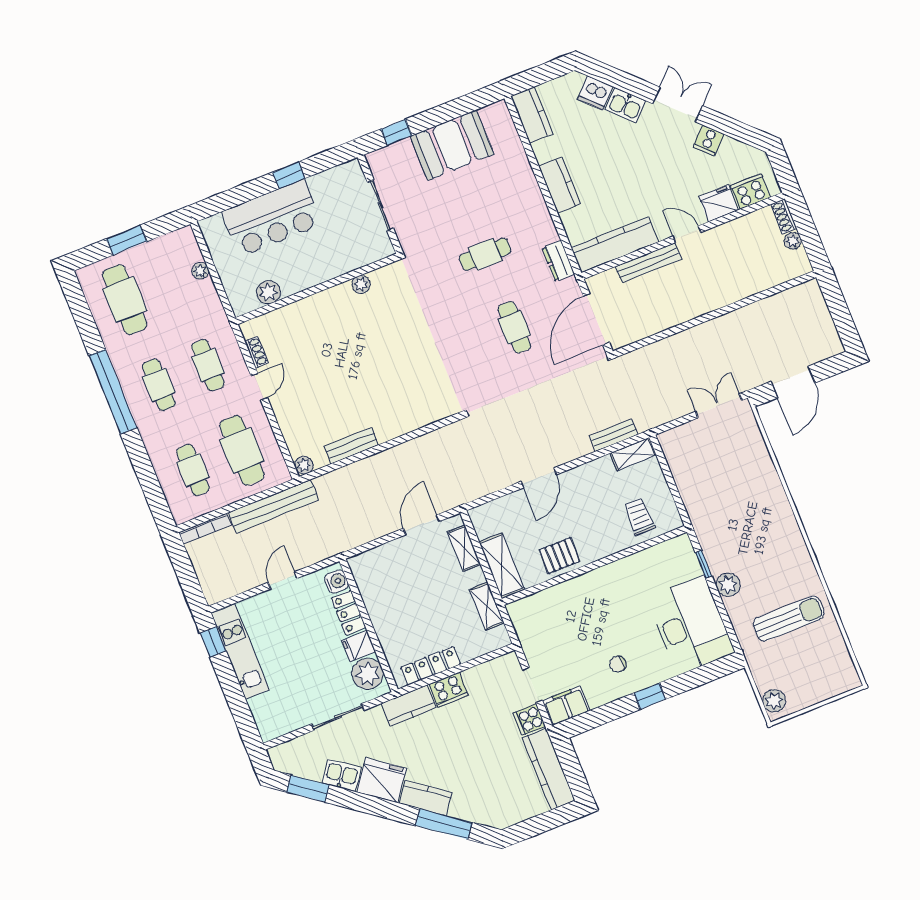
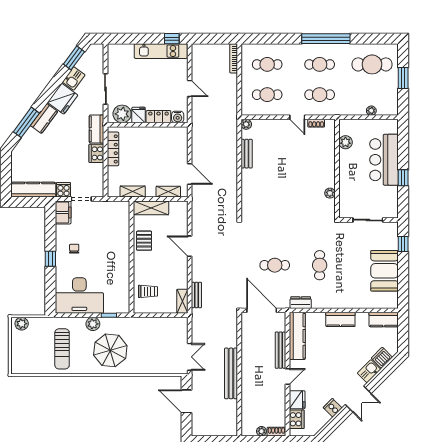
cafe table: (242, 450) -> (267, 95), width x0.73, depth x0.74
bench: (273, 506) -> (231, 373), moved
parasol: (760, 539) -> (110, 350), added

